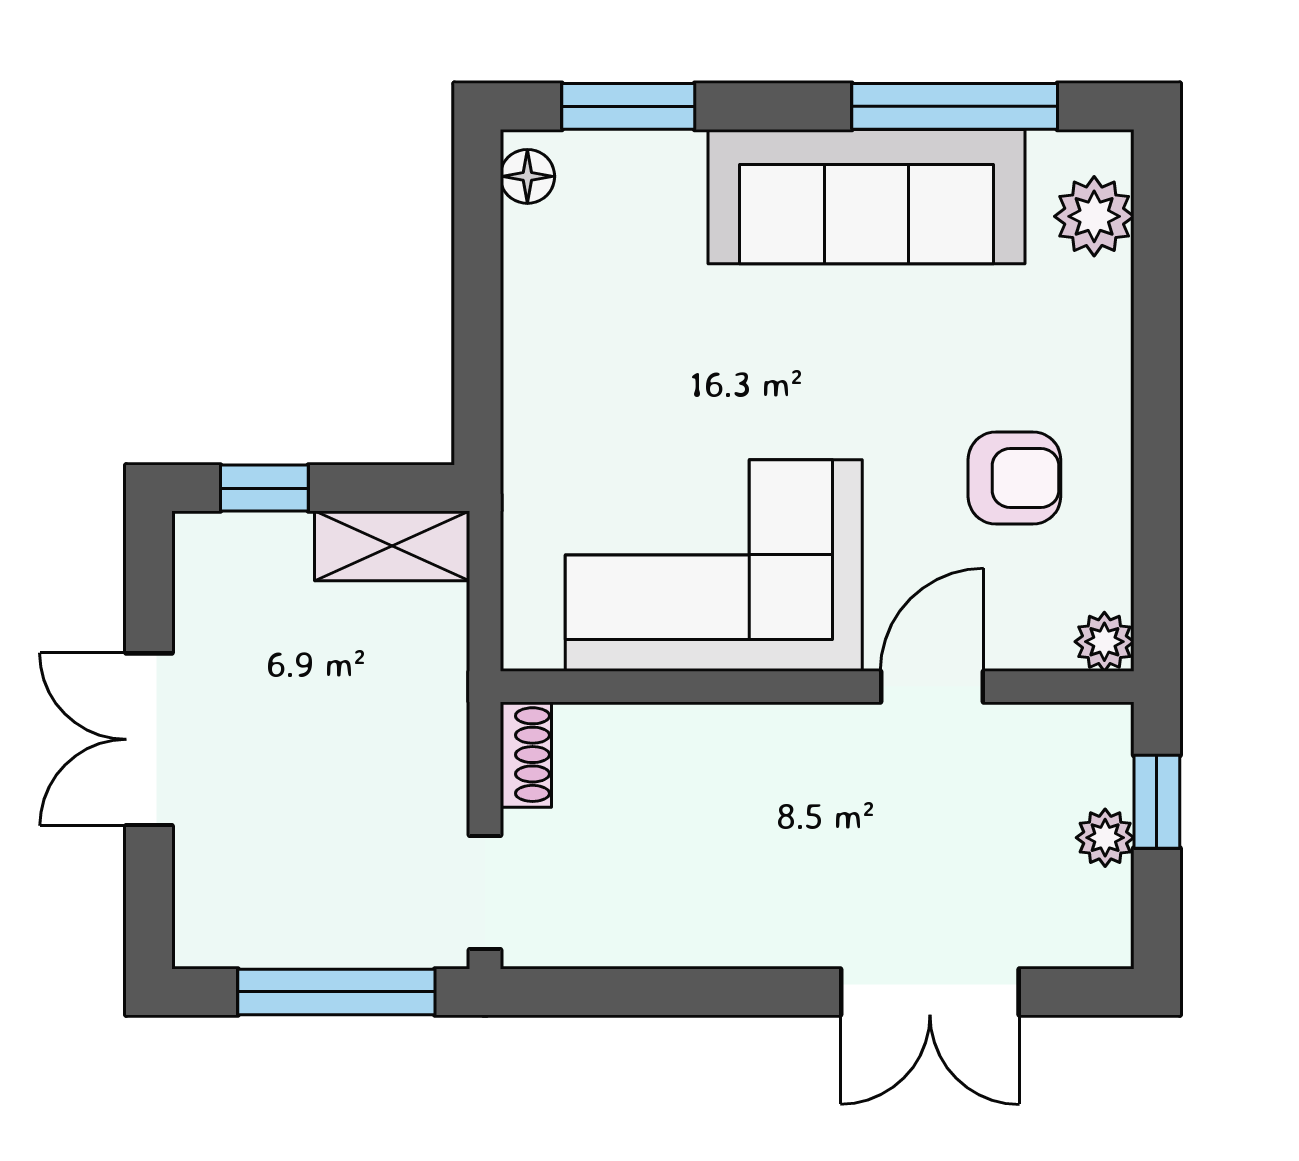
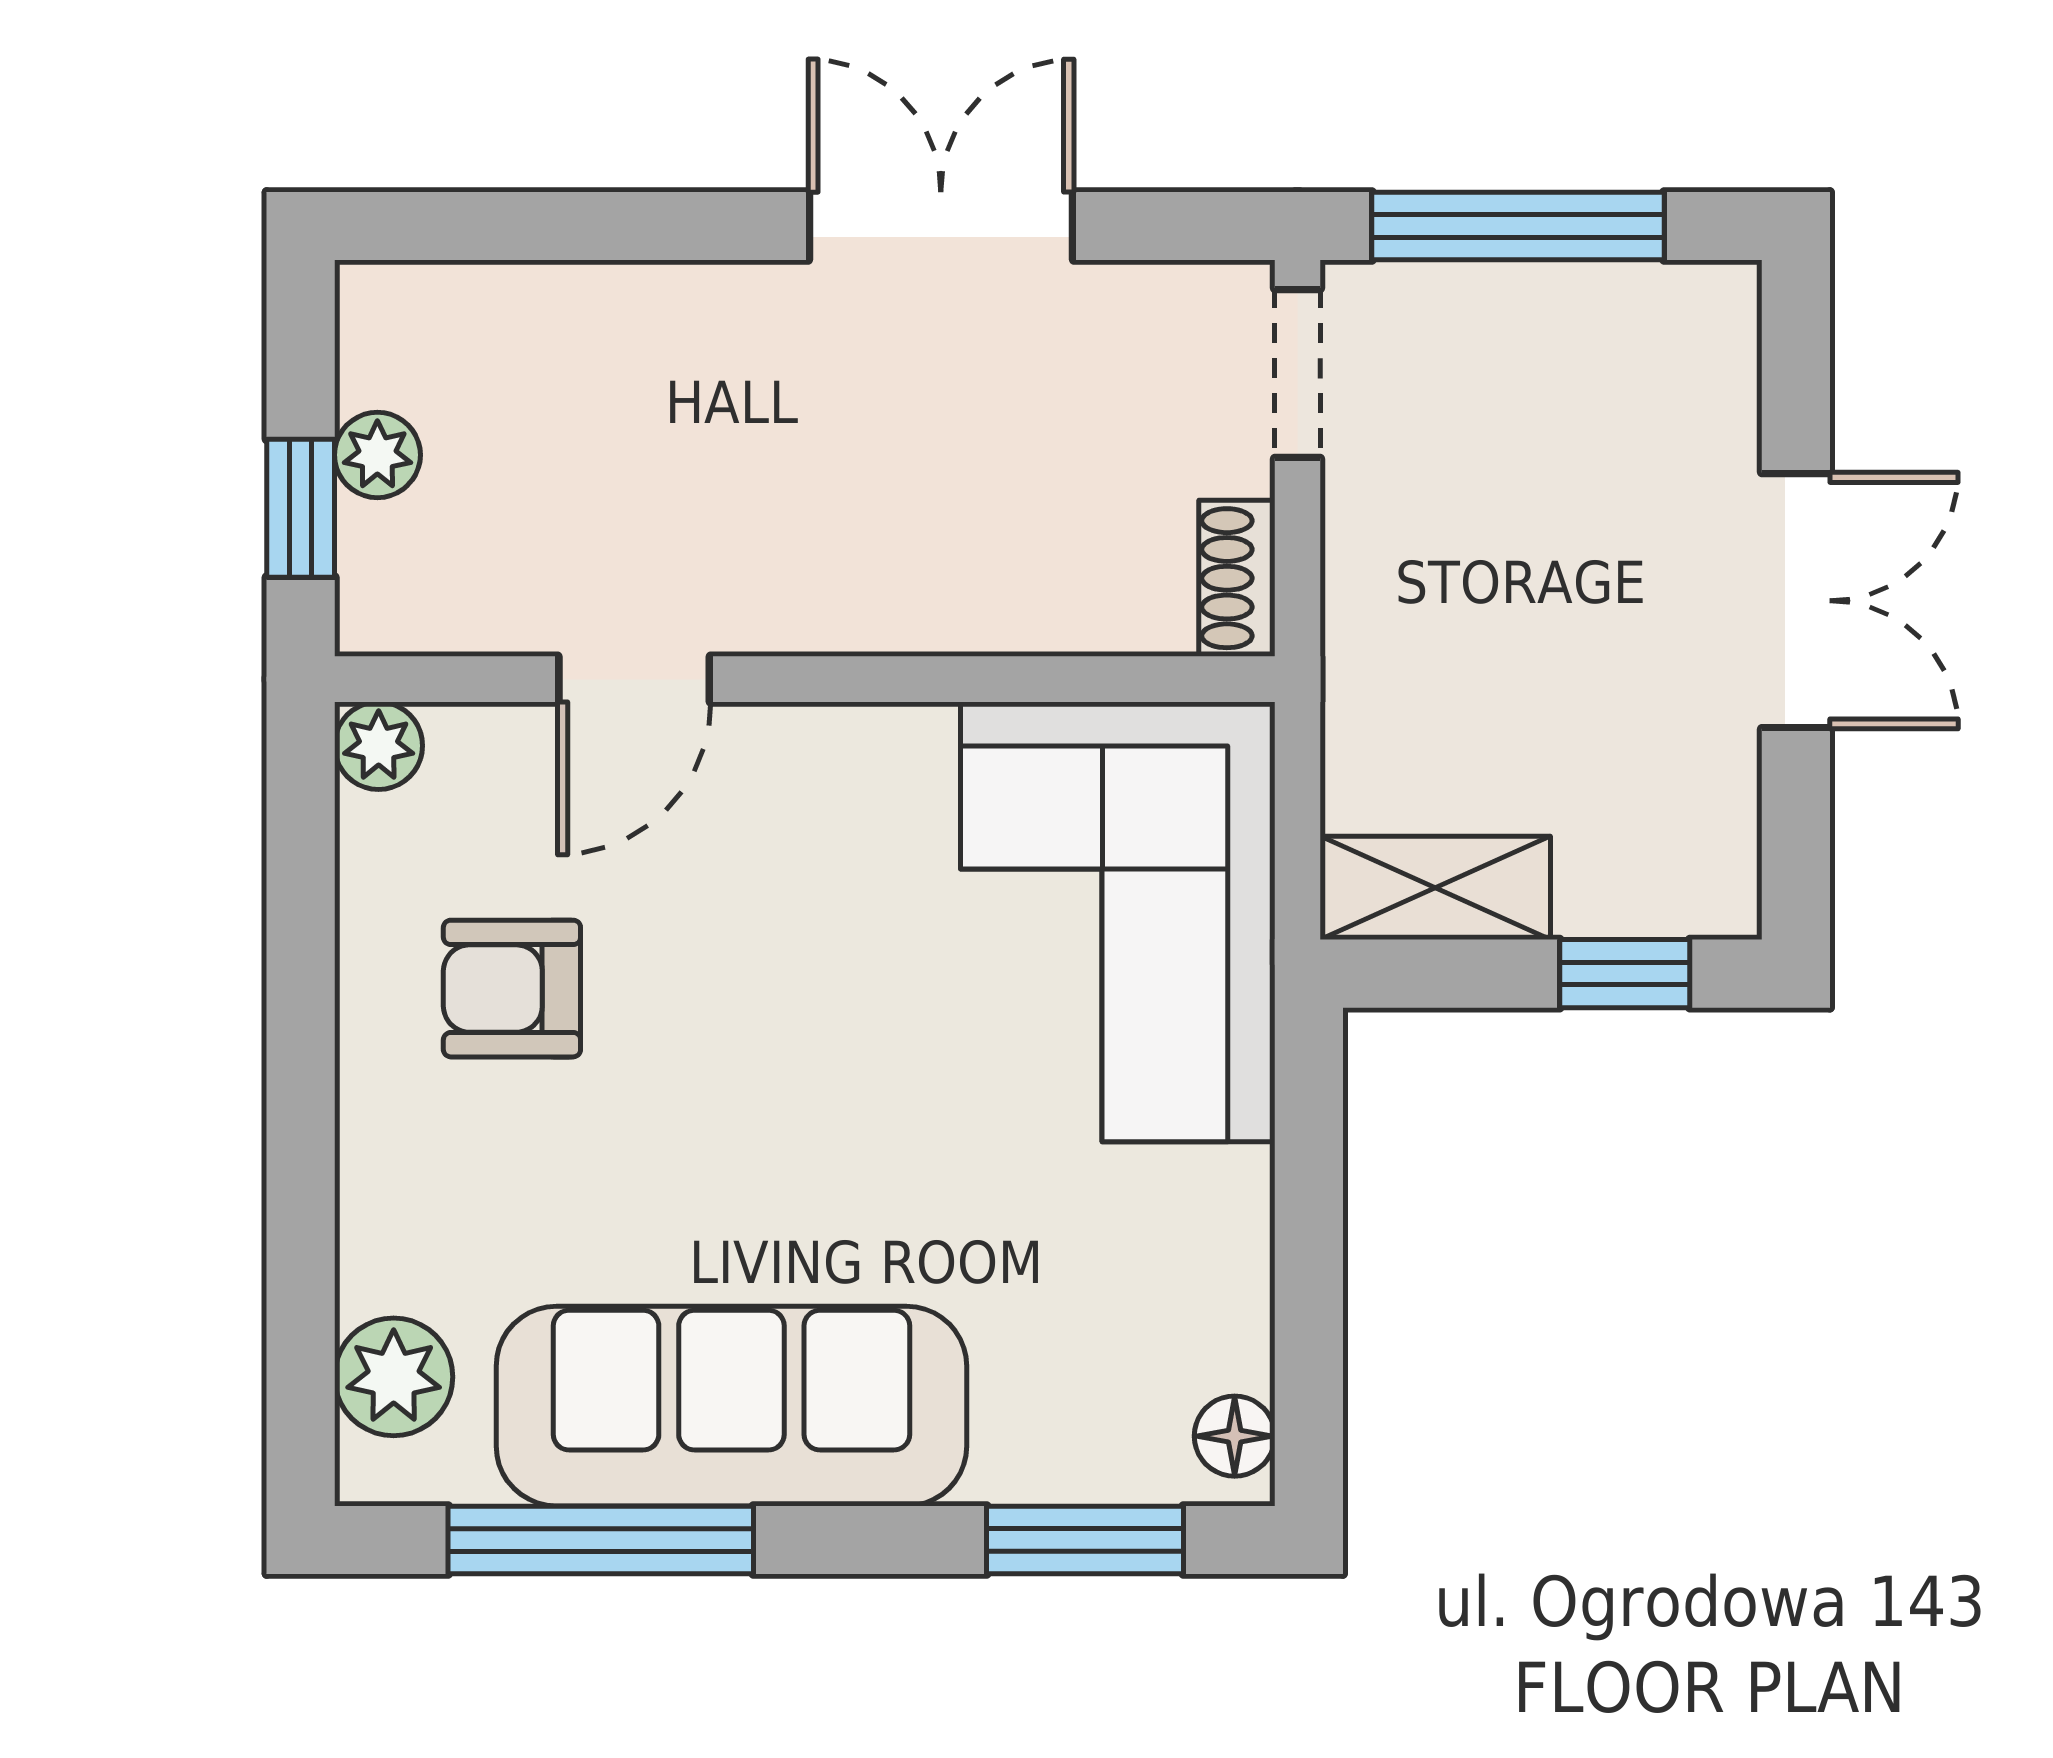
corner sofa: (714, 565) -> (1118, 922), moved, turned 90
double door: (930, 992) -> (941, 226), moved

